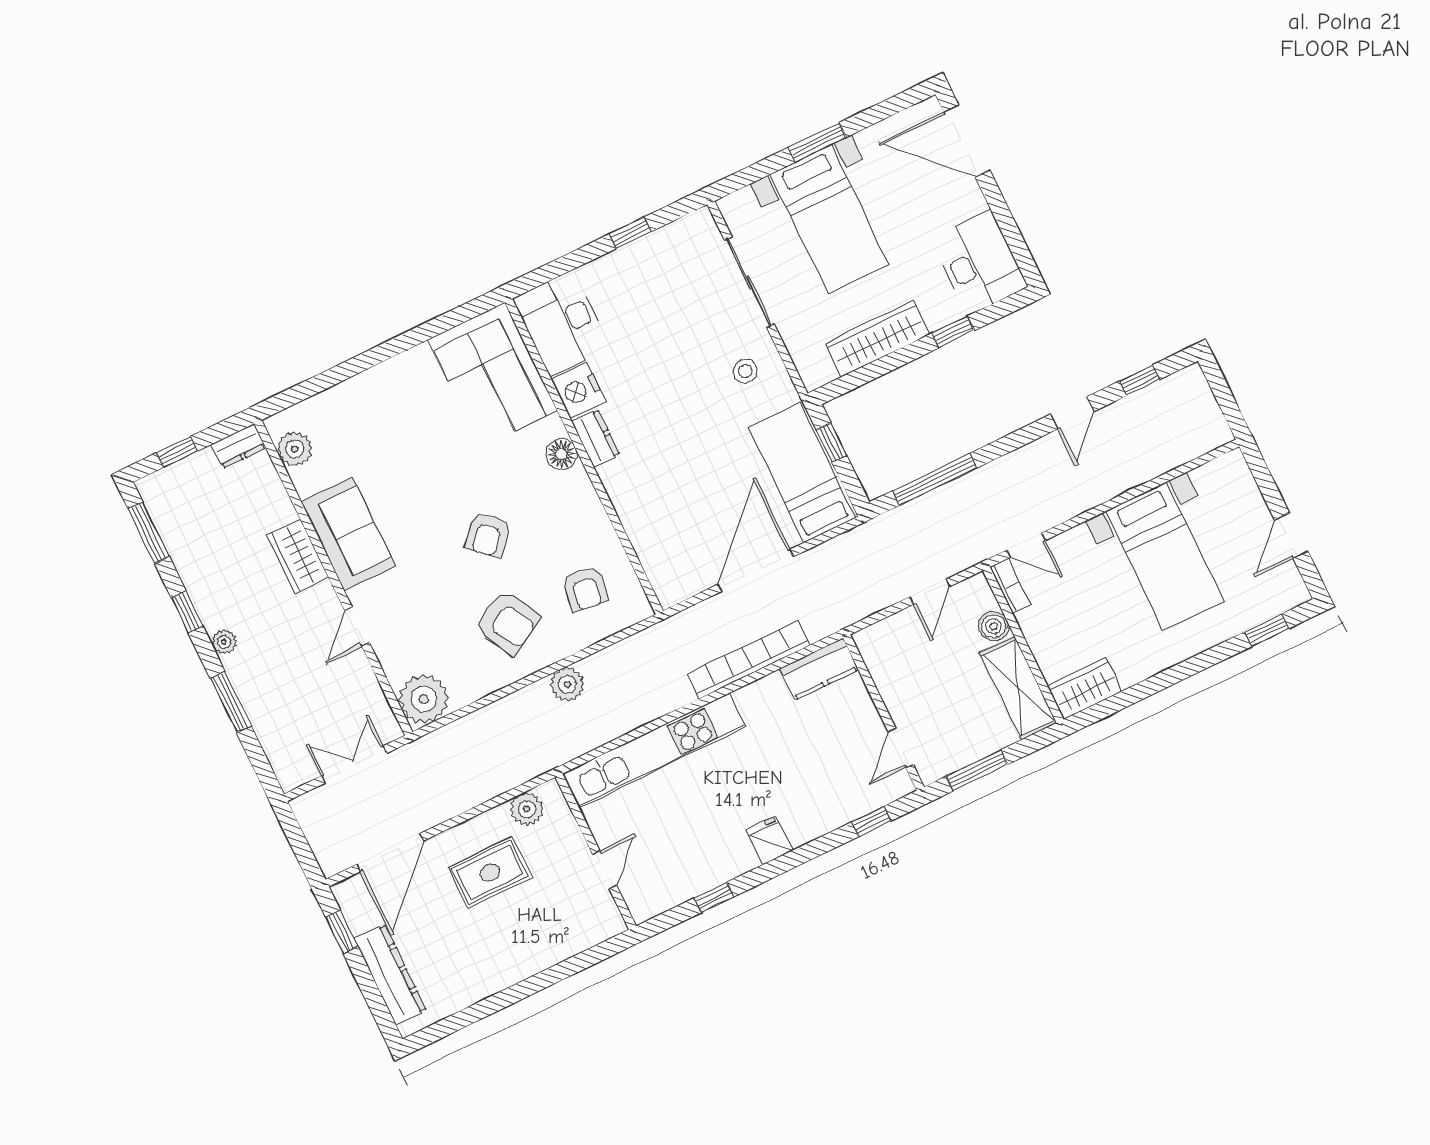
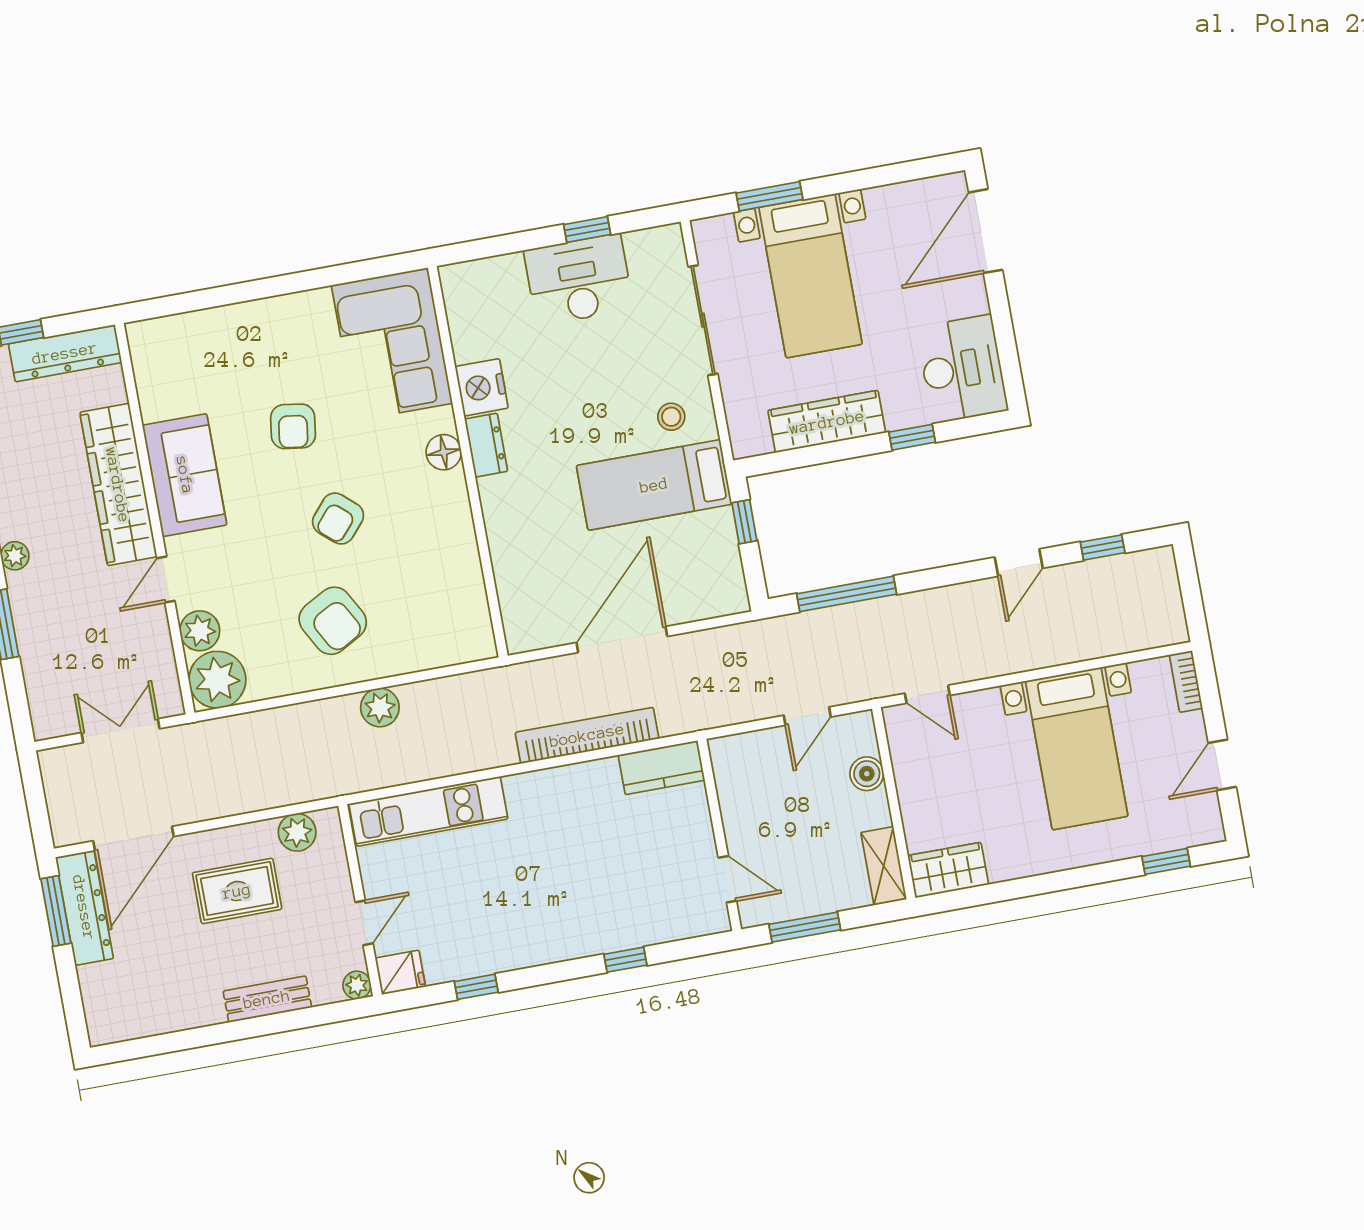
door: (967, 141) -> (986, 231), hinge flipped
window: (817, 142) -> (770, 196), moved
desk: (561, 323) -> (579, 280), moved, turned 90
dresser: (239, 446) -> (65, 353), width x1.96, depth x1.24
plant: (295, 449) -> (200, 631), moved
bed: (802, 473) -> (654, 485), moved, turned -90
wardrobe: (298, 556) -> (118, 485), width x2.10, depth x1.17
bookcase: (1010, 586) -> (1186, 682), moved, turned 180
armchair: (585, 589) -> (293, 426), moved
shelving: (1018, 688) -> (884, 866), width x0.67, depth x0.75
door: (901, 748) -> (727, 879), swing flipped
kitchen unit: (655, 750) -> (428, 811), width x0.73
window: (871, 821) -> (625, 960), moved
fridge: (769, 840) -> (400, 972), moved, turned 90
plant: (613, 924) -> (357, 985), added
window: (342, 932) -> (56, 911), width x1.50
bench: (541, 957) -> (267, 999), added
dresser: (390, 975) -> (84, 908), moved

